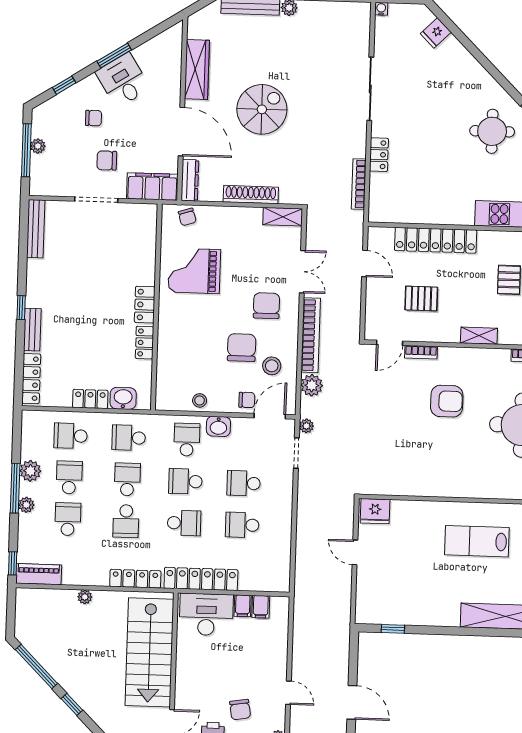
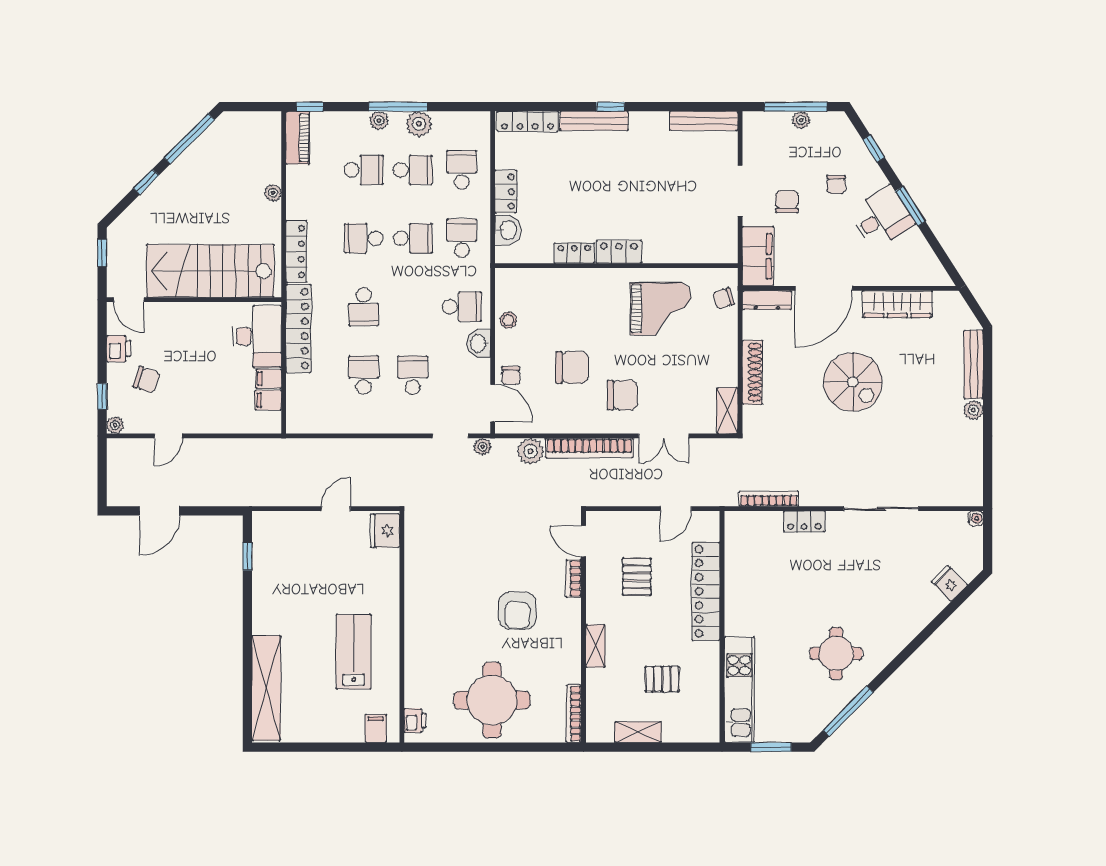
grand piano: (194, 271) -> (660, 309), turned 90
bench: (32, 330) -> (594, 121), width x1.36
stool: (272, 366) -> (552, 404), removed
school desk: (185, 481) -> (413, 307), removed
chair: (240, 710) -> (147, 380), turned -152

